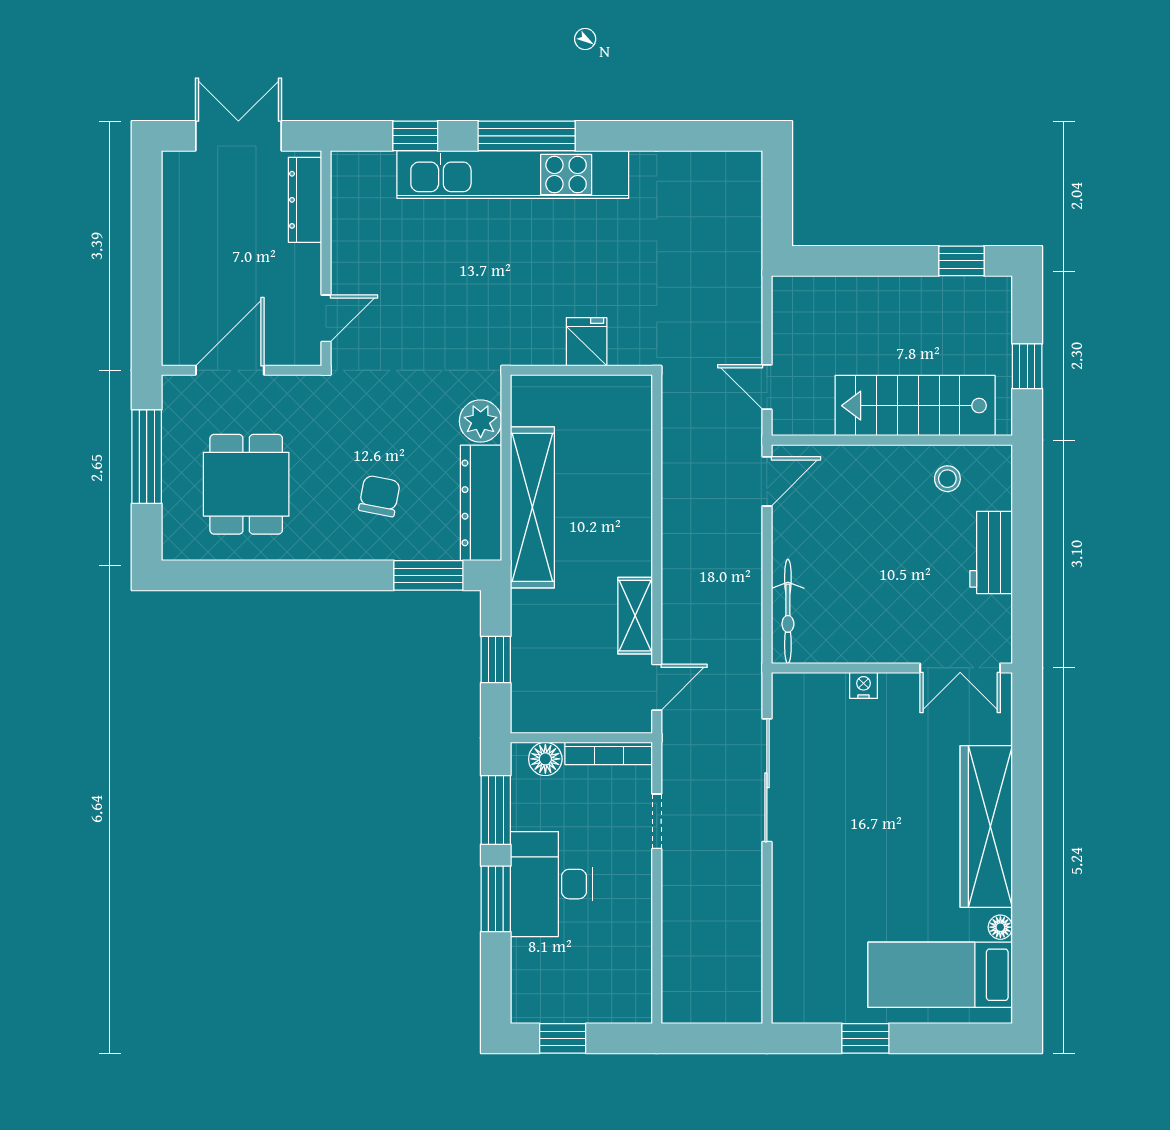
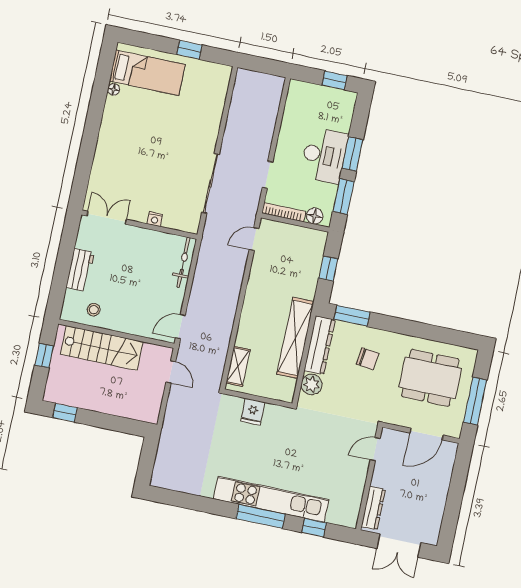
dining table: (246, 484) -> (430, 378), width x1.38
chair: (379, 496) -> (368, 359), turned -94
shelving: (635, 616) -> (238, 366), moved
wardrobe: (986, 826) -> (110, 139), removed

